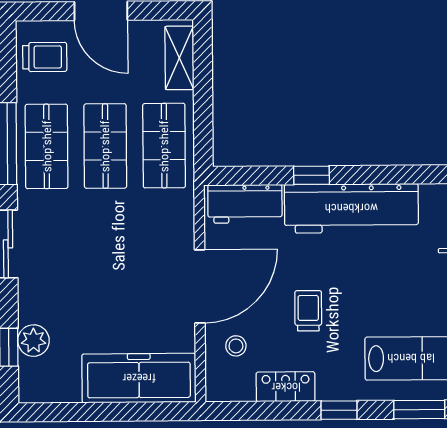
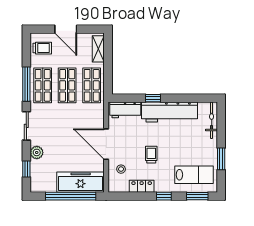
door: (200, 286) -> (106, 144), swing flipped
plant: (33, 341) -> (37, 152), moved
window: (116, 412) -> (71, 196), added

